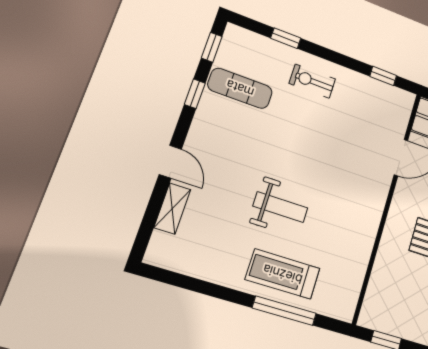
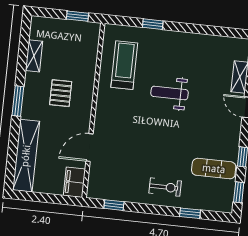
treadmill: (283, 274) -> (124, 65), moved, turned -90
window: (284, 311) -> (153, 24), width x0.46

